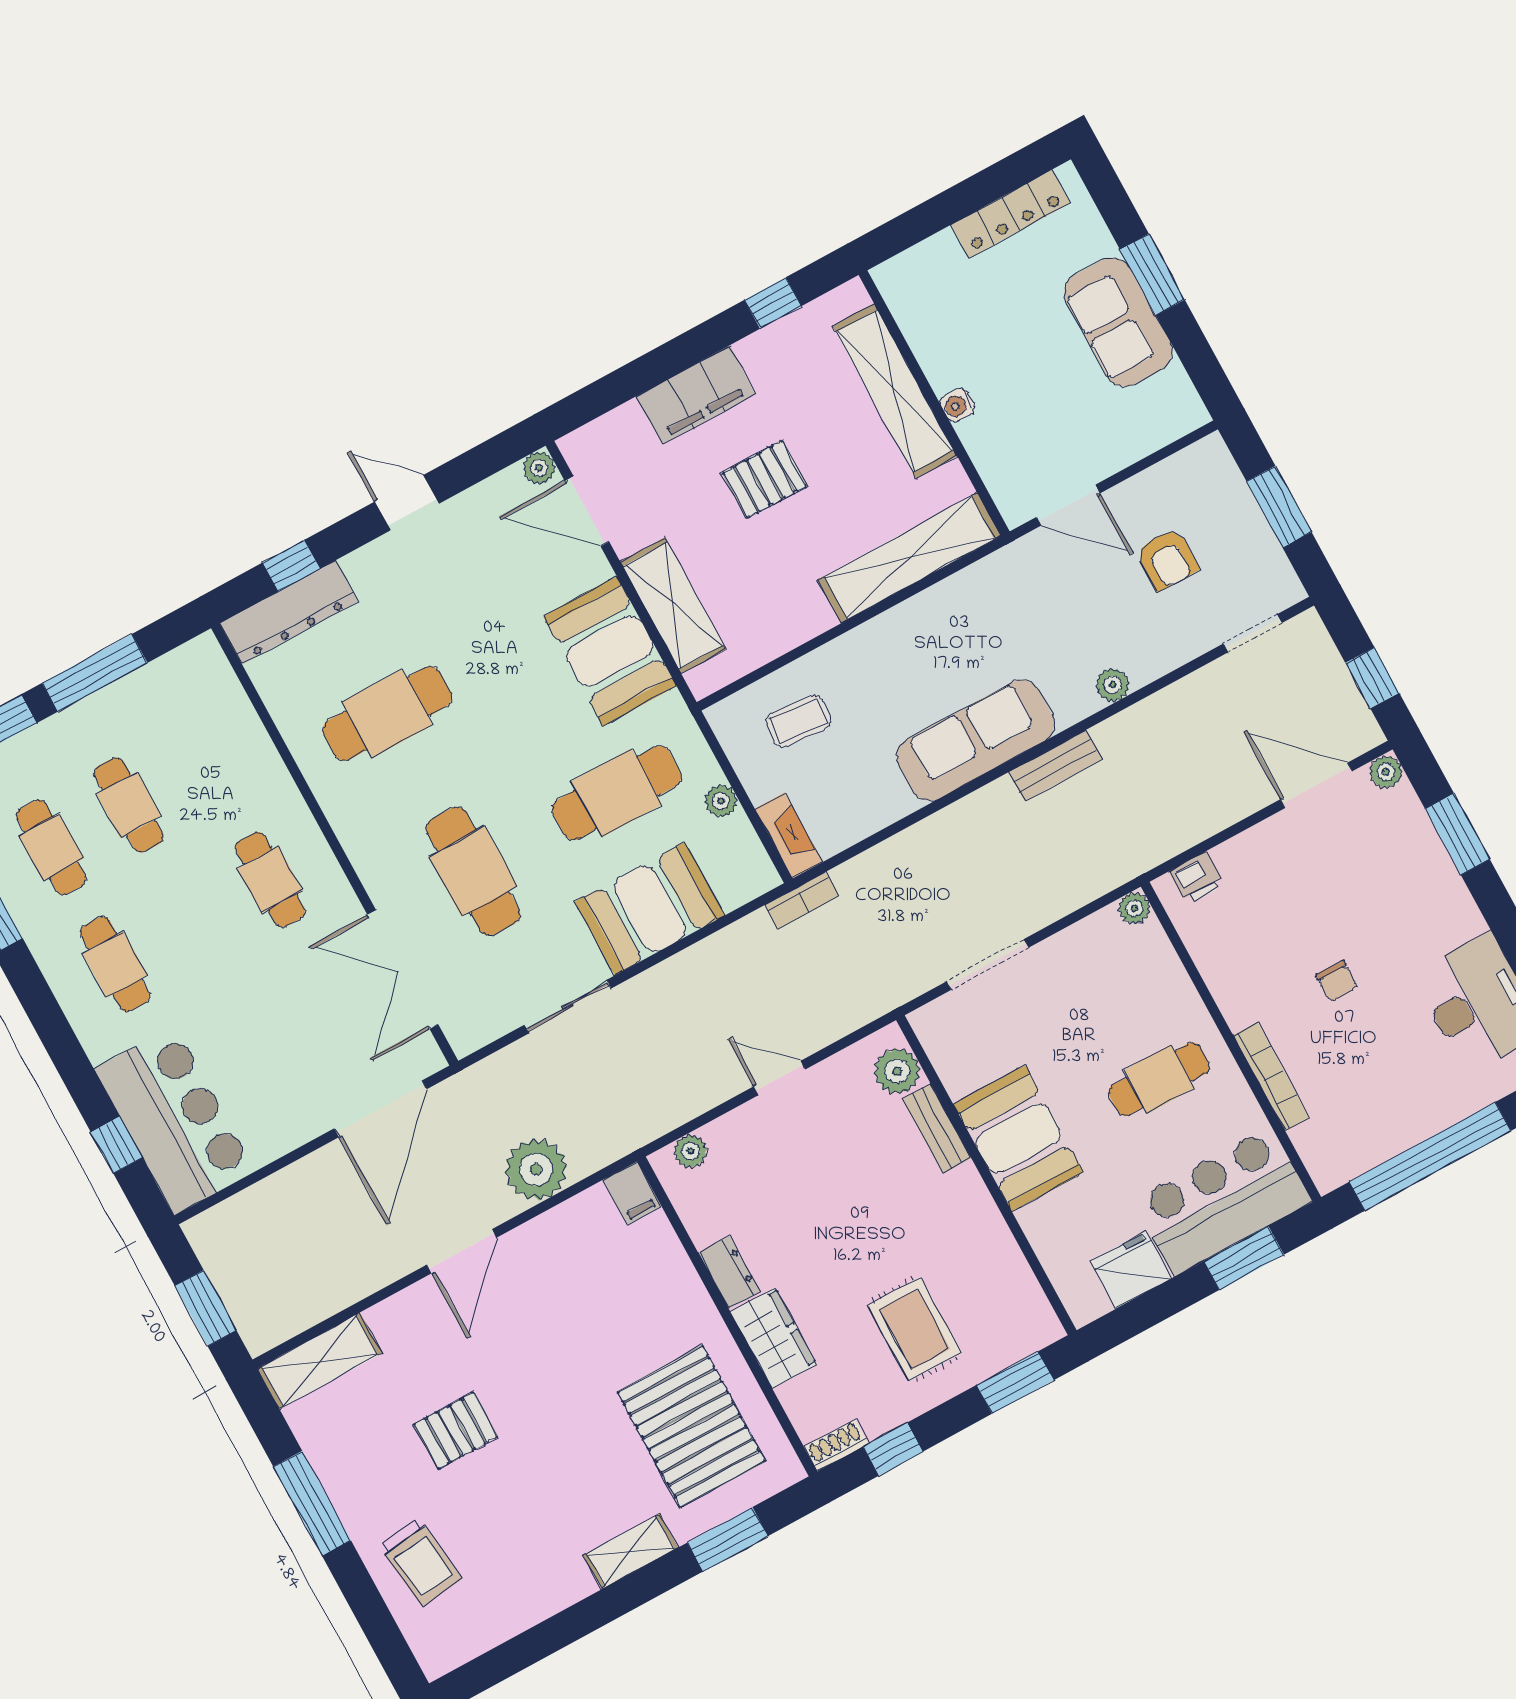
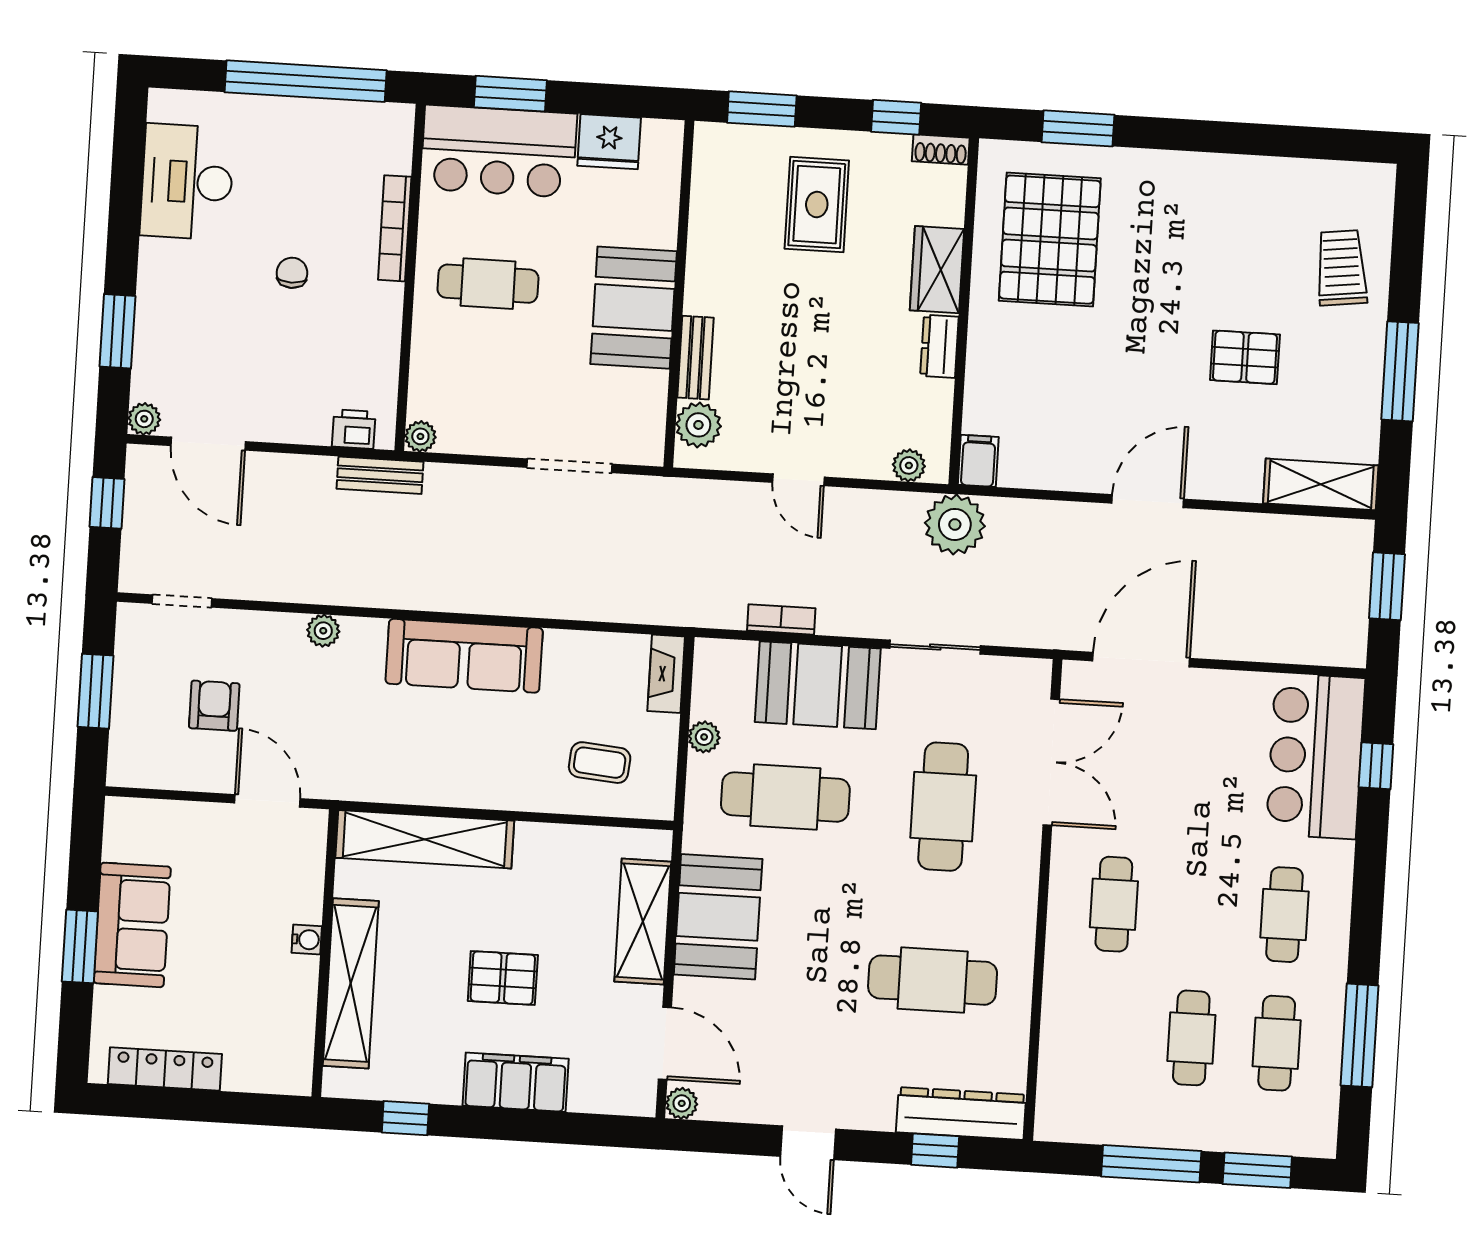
bench: (1055, 766) -> (380, 475), moved
bookcase: (802, 900) -> (781, 619), moved
plant: (536, 1169) -> (955, 524), moved
shelving: (631, 1551) -> (1164, 168), removed

